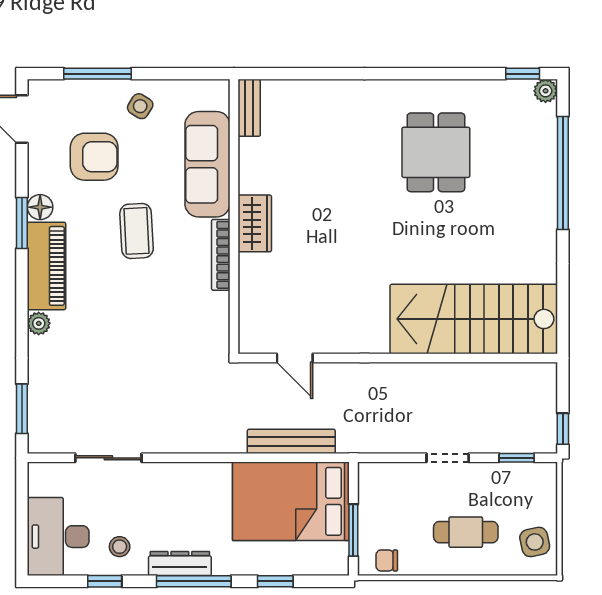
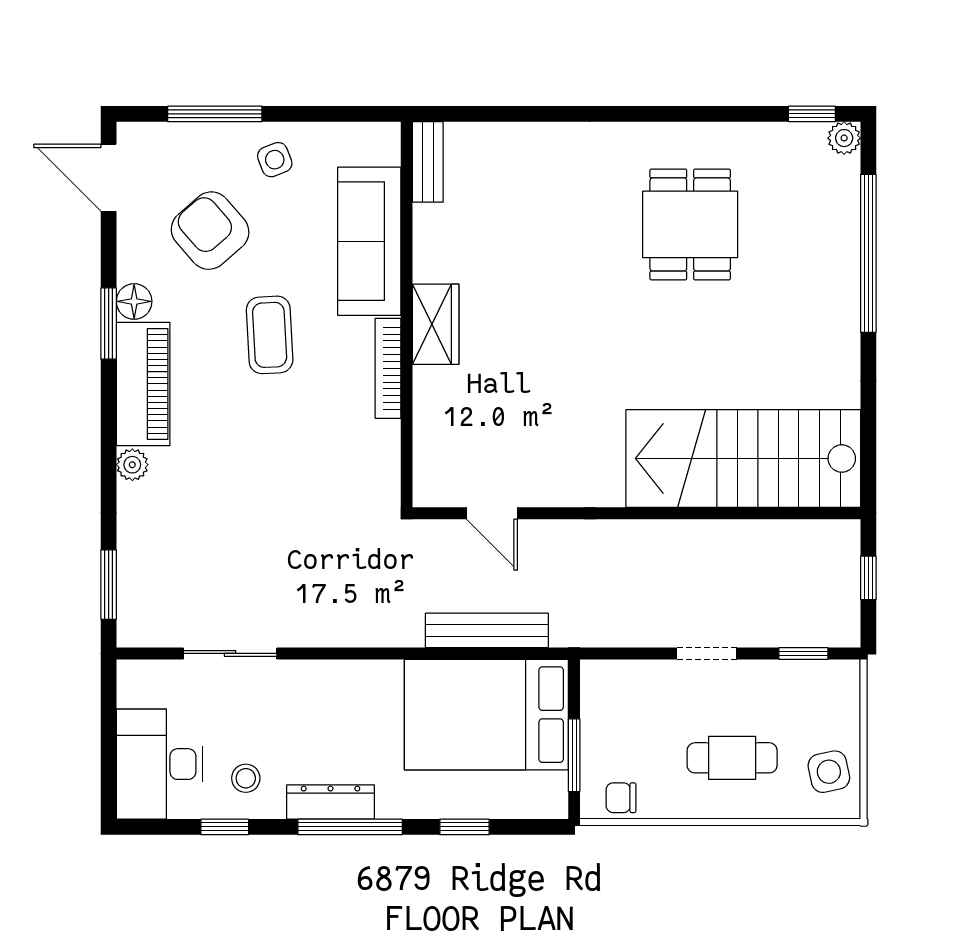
side table: (140, 106) -> (275, 160), turned 37
armchair: (94, 157) -> (210, 231), turned -131
window: (563, 429) -> (868, 578), moved

